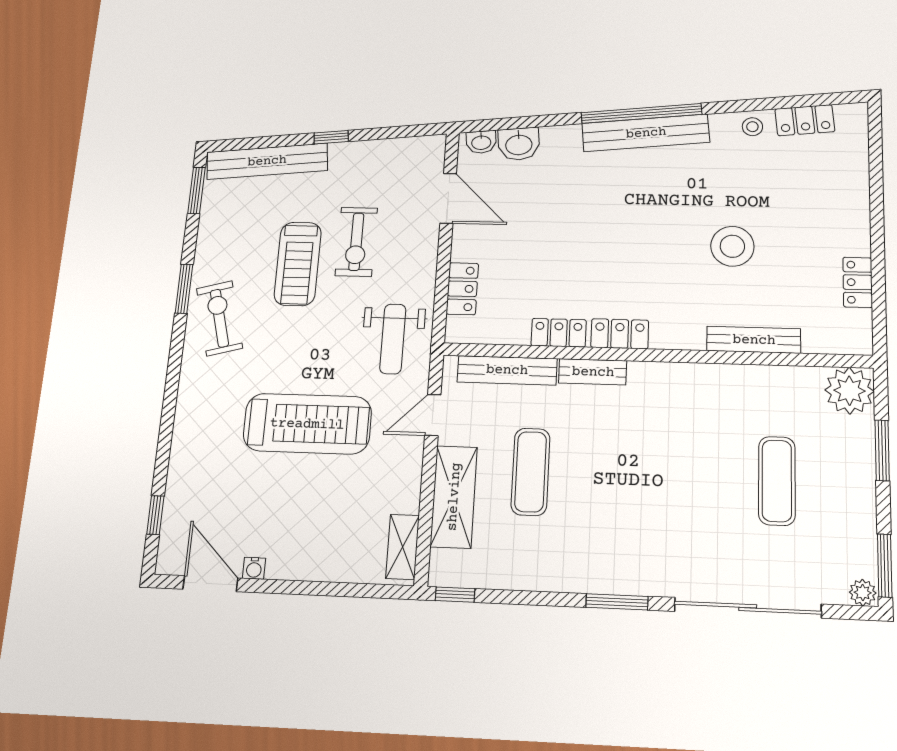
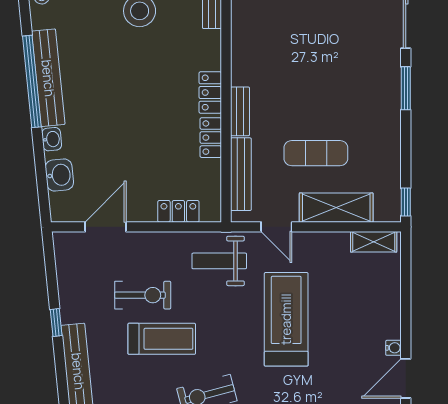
washbasin: (481, 142) -> (52, 139), moved
weight bench: (393, 339) -> (219, 261), turned 180

